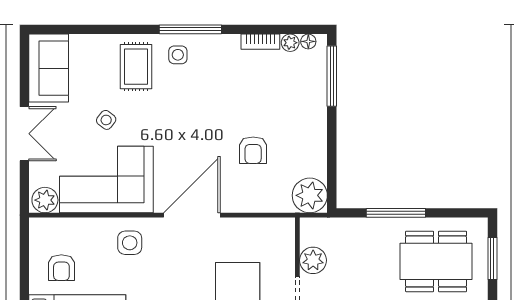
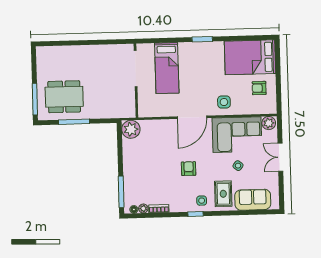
window: (190, 29) -> (195, 214), width x0.46
sofa: (49, 68) -> (253, 200), moved, turned 90
armchair: (253, 150) -> (189, 169), moved
window: (396, 213) -> (74, 122), moved
window: (492, 259) -> (35, 99), width x1.44
plant: (313, 260) -> (128, 96), removed
armchair: (61, 268) -> (259, 88), turned -90

